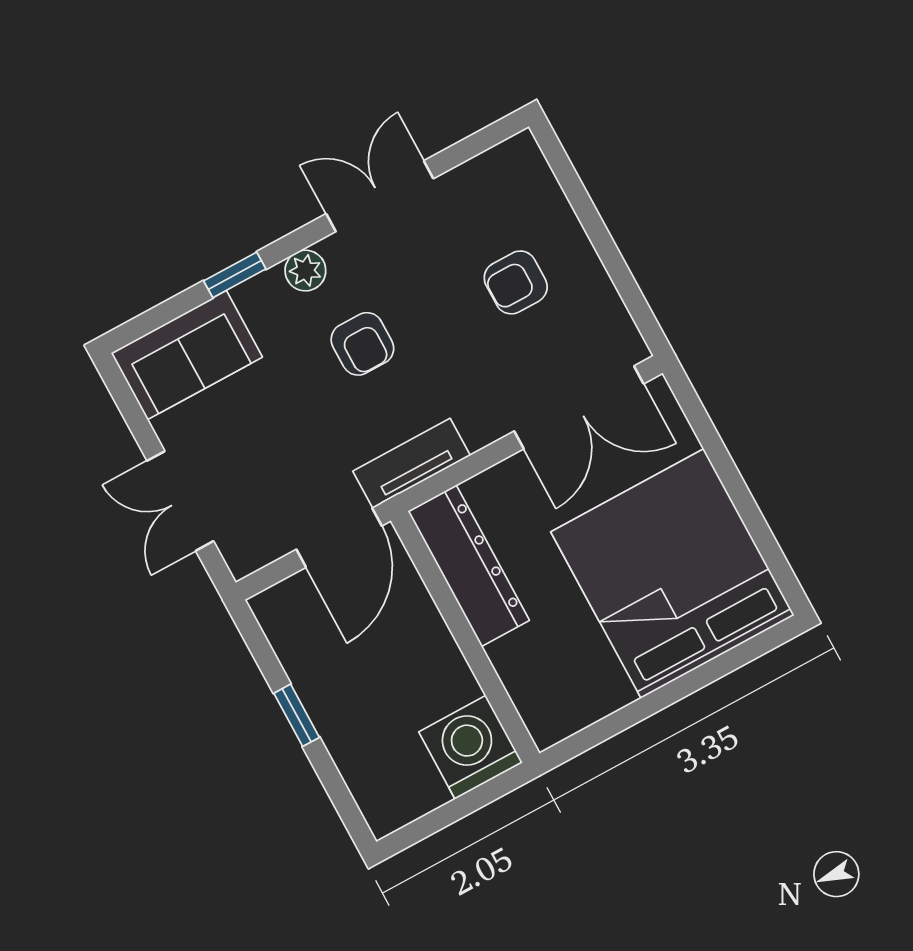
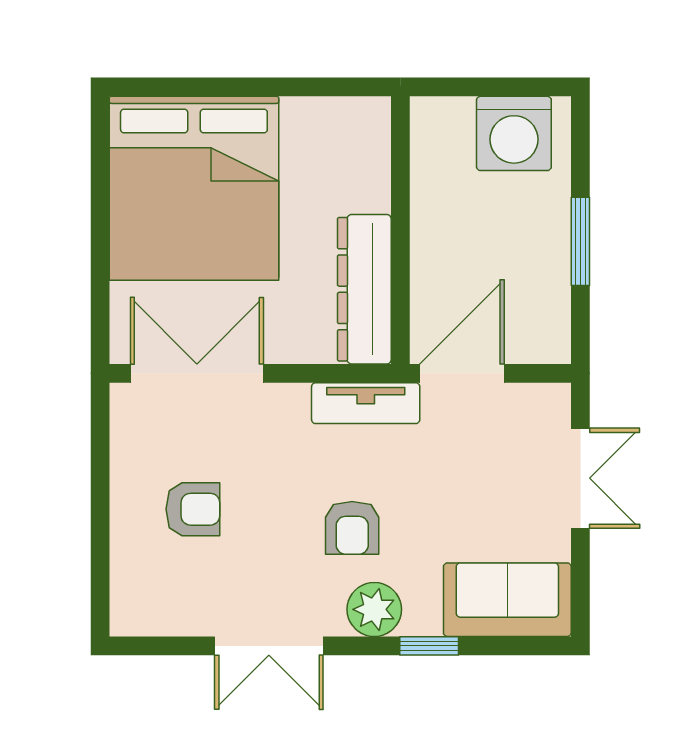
plant: (305, 271) -> (374, 609), width x1.38, depth x1.38
armchair: (362, 344) -> (352, 528), turned 180
window: (297, 715) -> (580, 241), width x1.50
washing machine: (471, 747) -> (514, 133), moved

